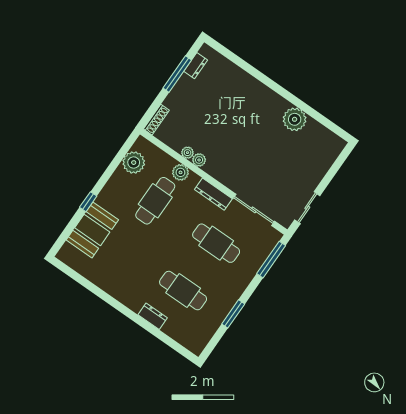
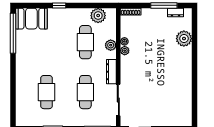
plant: (295, 119) -> (184, 39), moved
cafe table: (155, 201) -> (85, 42), turned 90
booth: (92, 230) -> (31, 19), moved
window: (83, 281) -> (13, 33), added
dresser: (153, 316) -> (21, 85), removed

